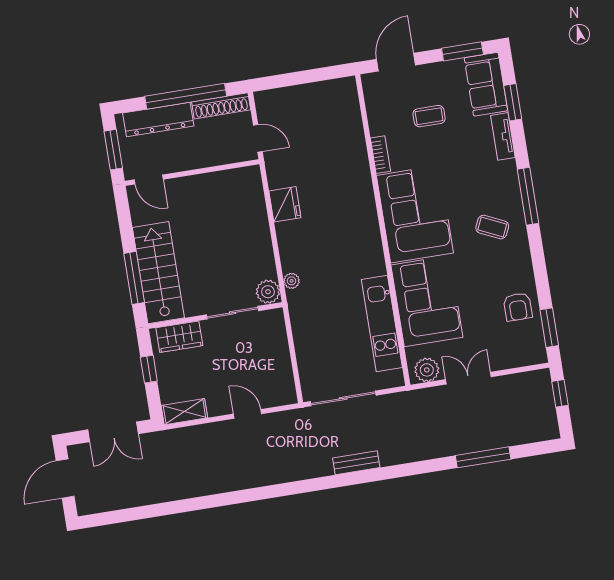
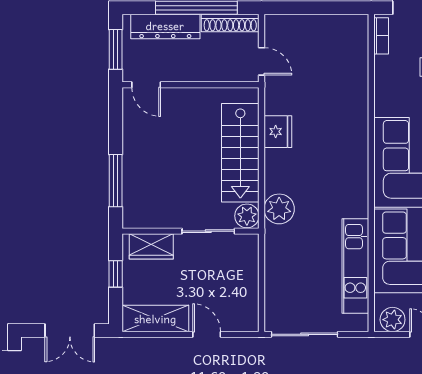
bookcase: (380, 155) -> (381, 36), moved
stairs: (158, 273) -> (240, 153), moved, turned 180
plant: (292, 281) -> (279, 209), width x1.87, depth x1.87
shelving: (184, 412) -> (155, 319), width x1.50, depth x1.33

